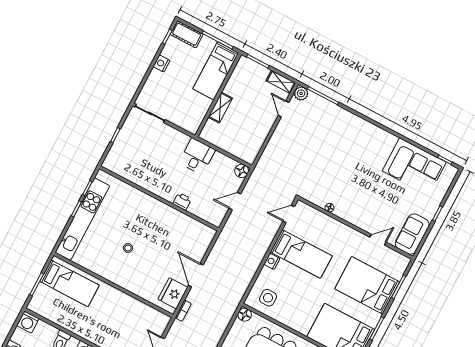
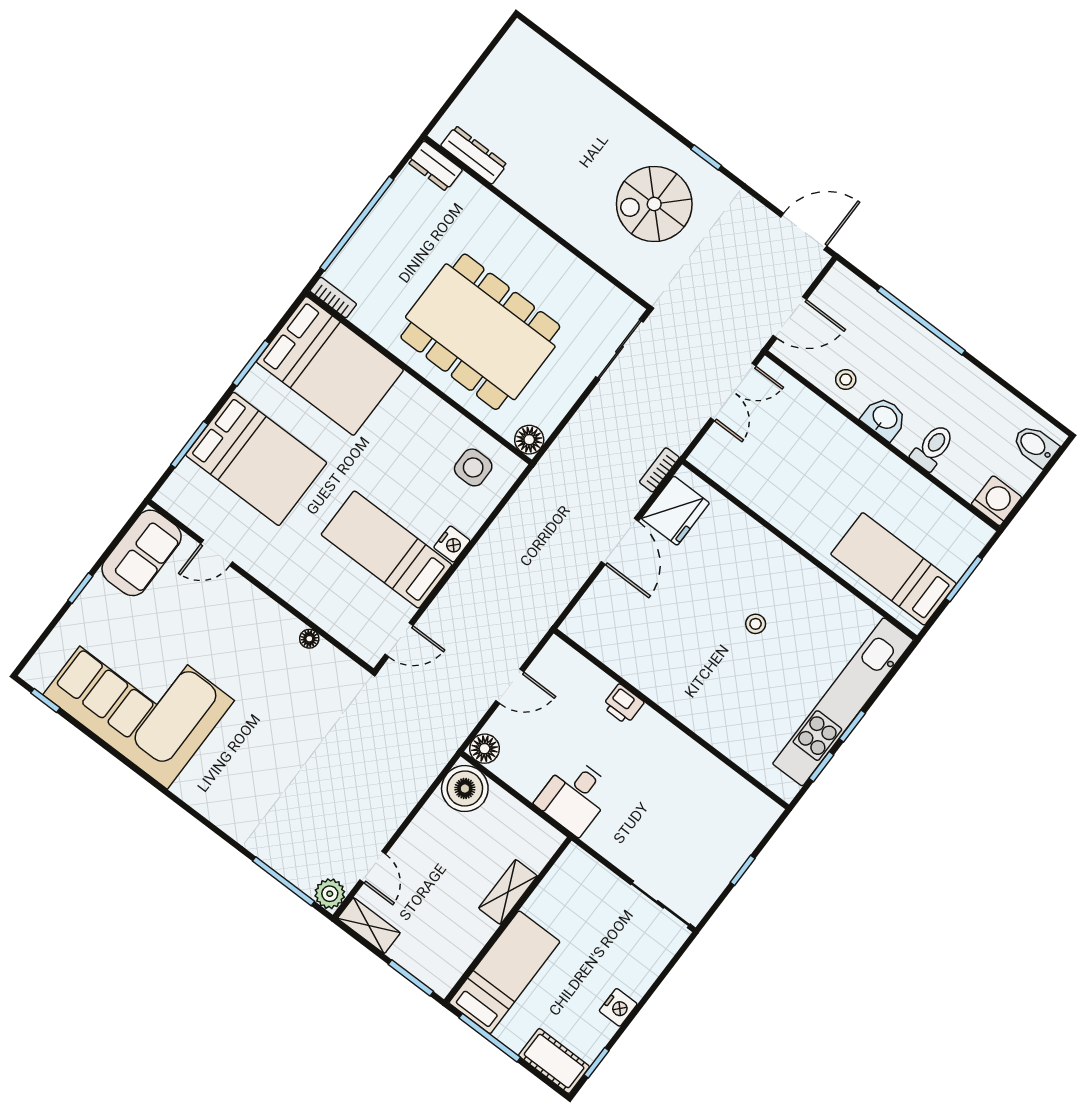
boiler: (248, 151) -> (465, 789), added
corner sofa: (414, 167) -> (139, 698), width x1.36, depth x1.36

